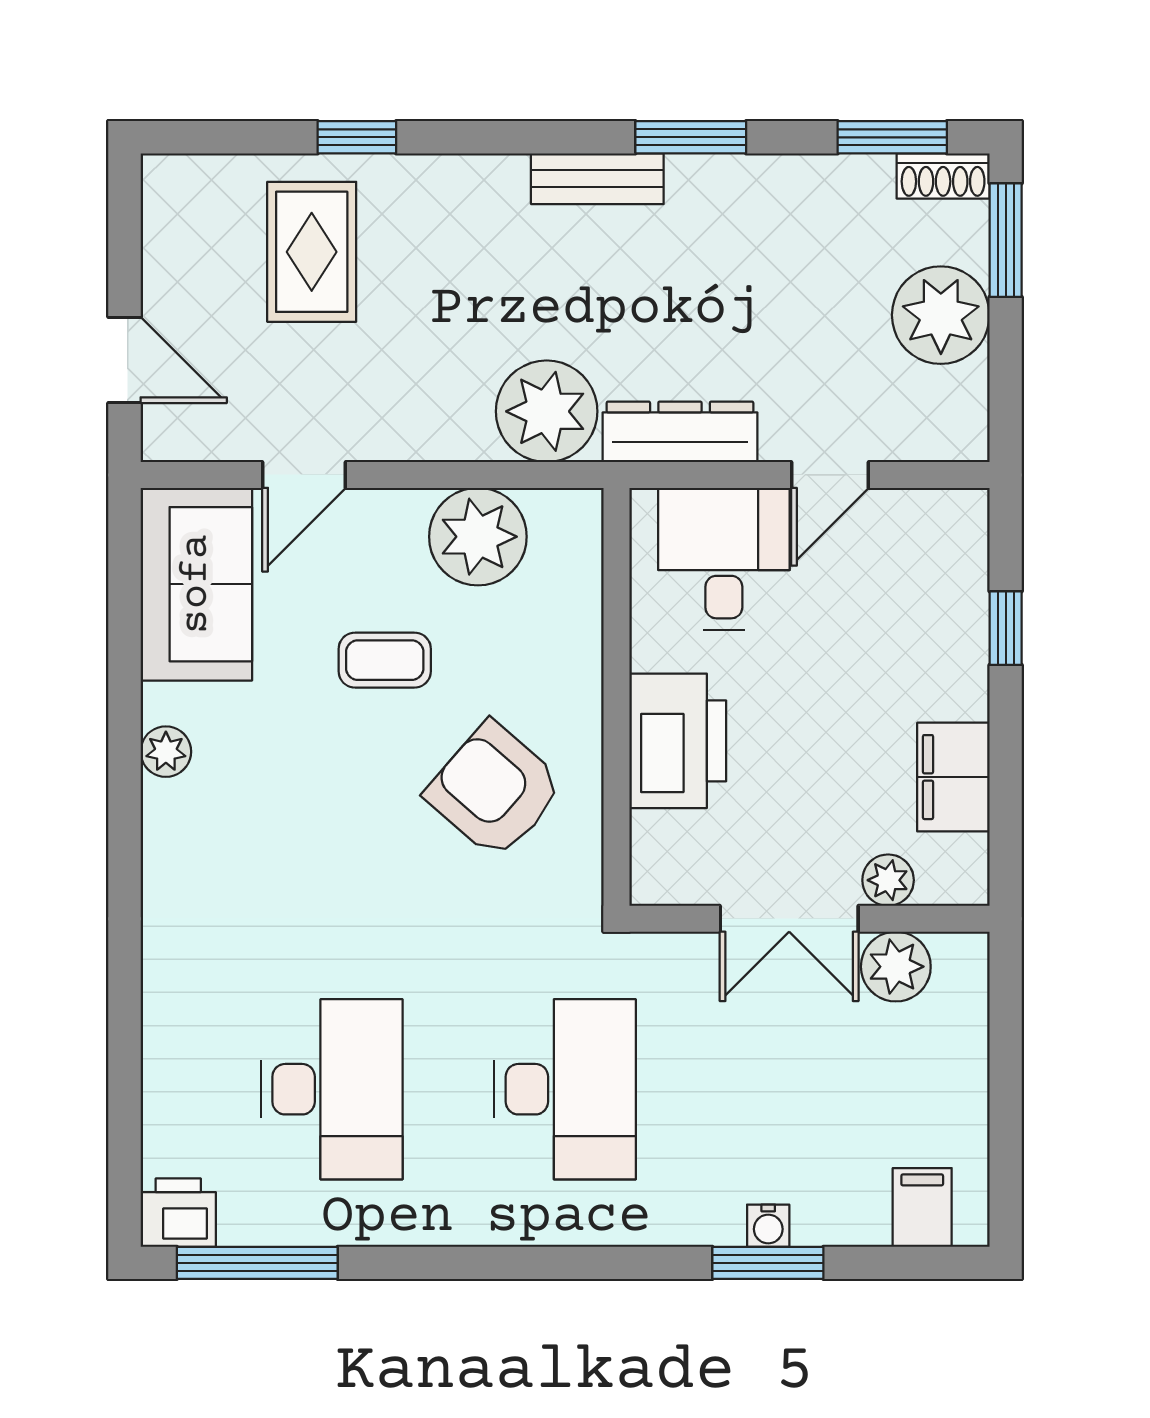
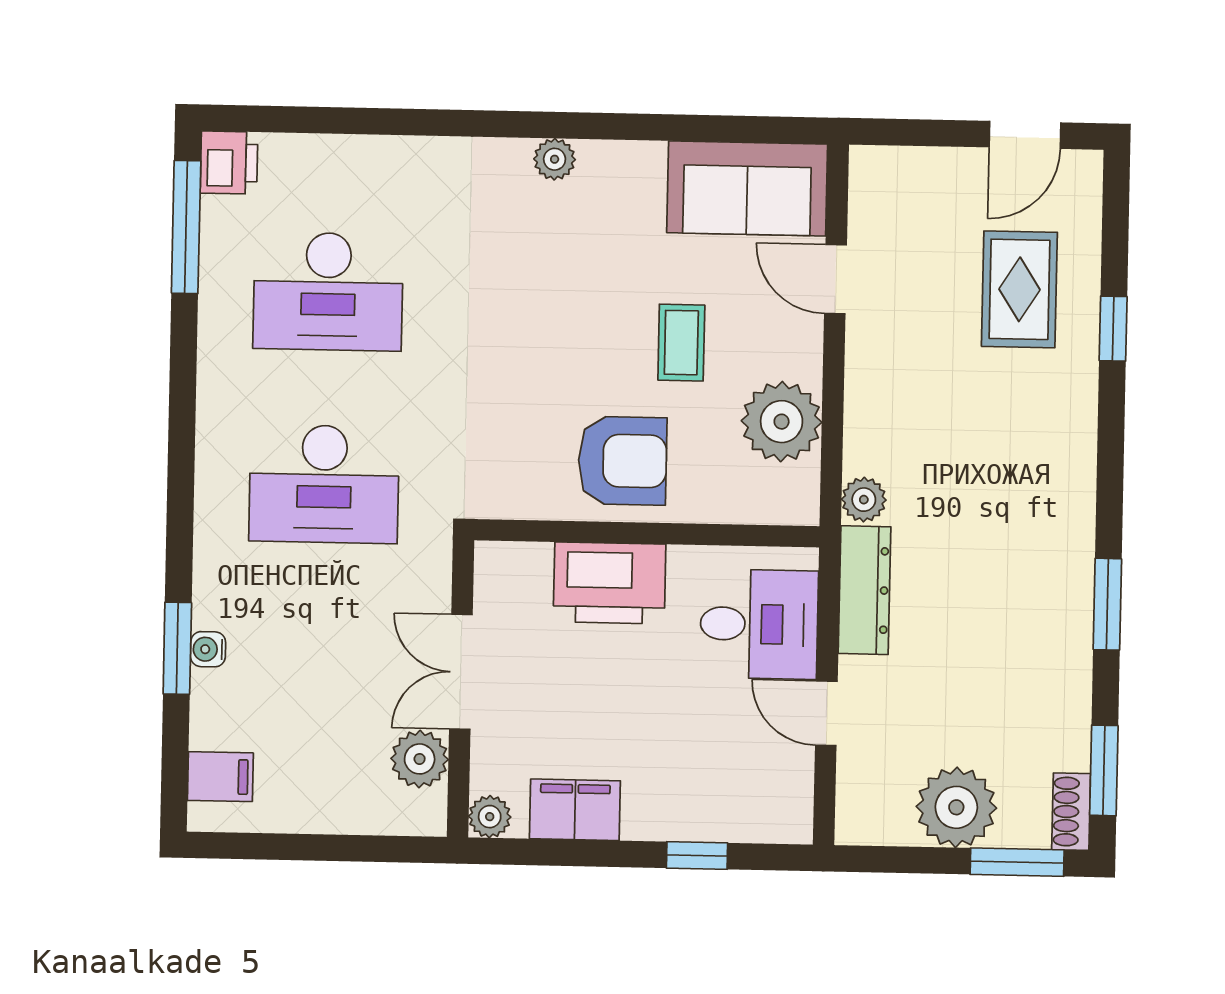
bench: (597, 179) -> (1075, 526), removed
rug: (312, 252) -> (1019, 289), turned 90
door: (125, 360) -> (1025, 135), moved
plant: (547, 411) -> (864, 500), width x0.53, depth x0.53
plant: (166, 752) -> (555, 159), moved
armchair: (495, 790) -> (623, 461), moved, turned 49
plant: (888, 880) -> (490, 817), moved

